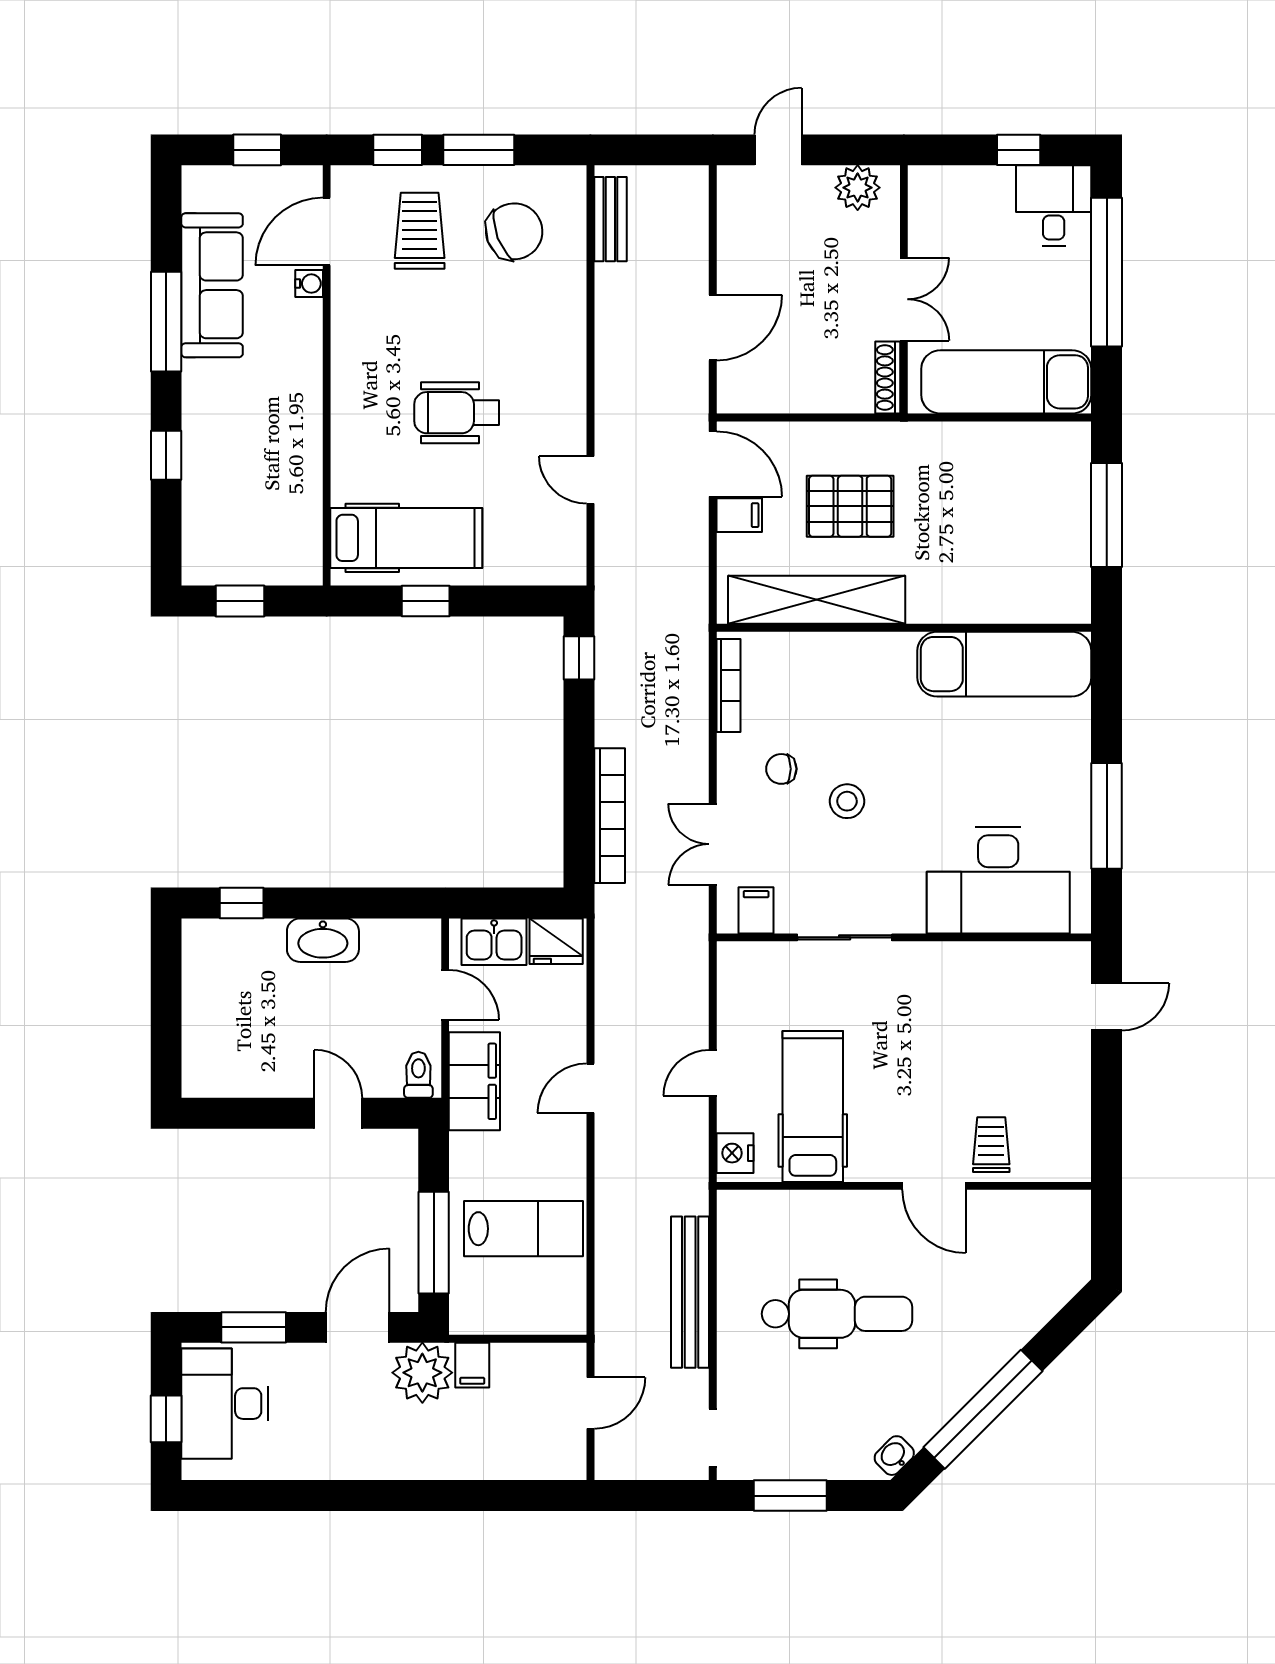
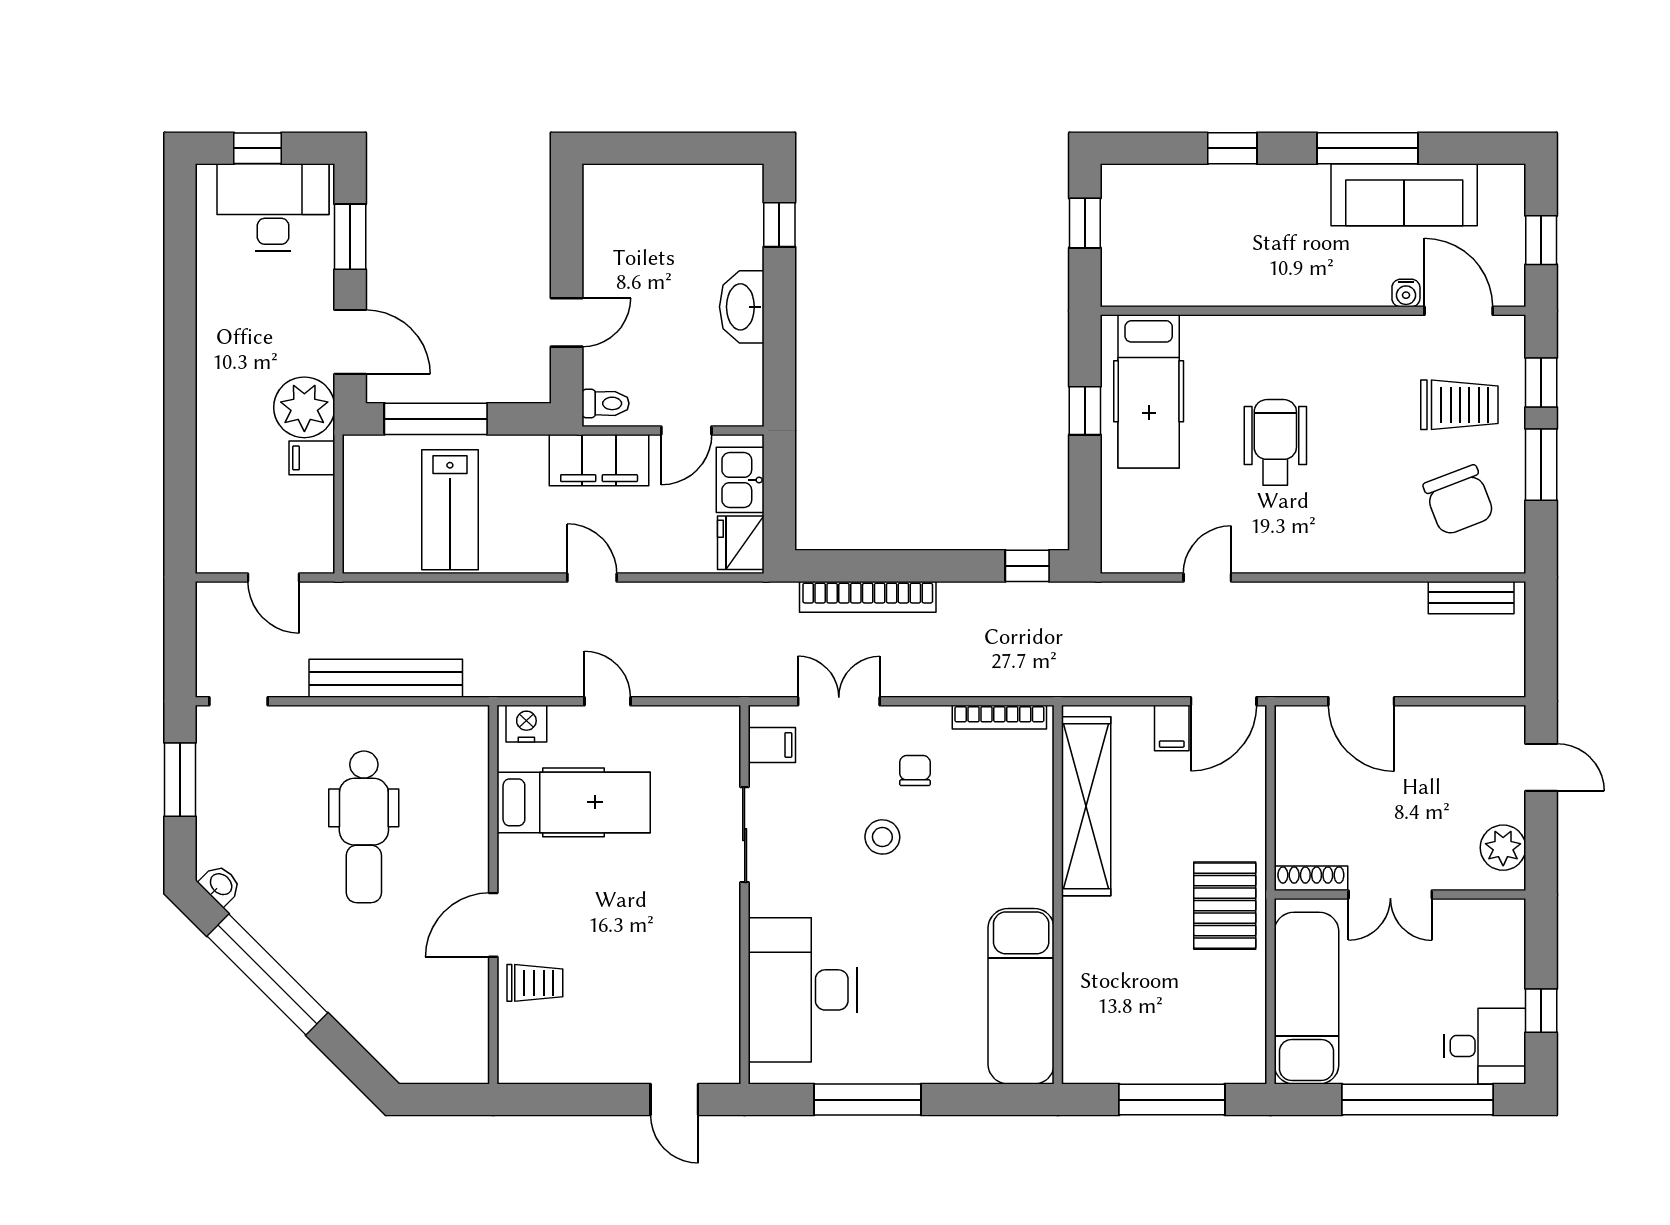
pallet: (850, 506) -> (1225, 906), moved

